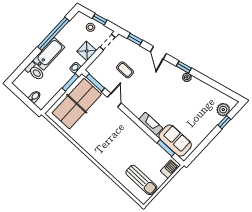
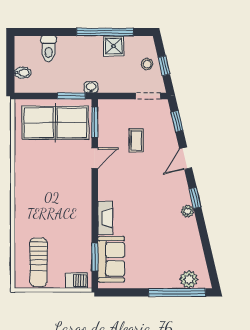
shower: (87, 51) -> (114, 46), moved
bathtub: (49, 54) -> (80, 46), removed
window: (224, 122) -> (177, 292), width x3.17

